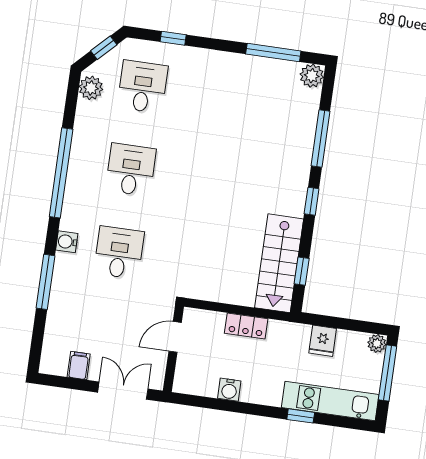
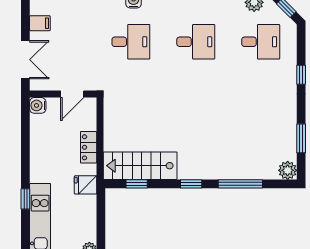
window: (173, 38) -> (301, 75), moved
window: (273, 53) -> (301, 138), width x0.69
door: (175, 337) -> (72, 94), swing flipped
fridge: (323, 341) -> (85, 185), moved
water cooler: (229, 390) -> (38, 105), moved

